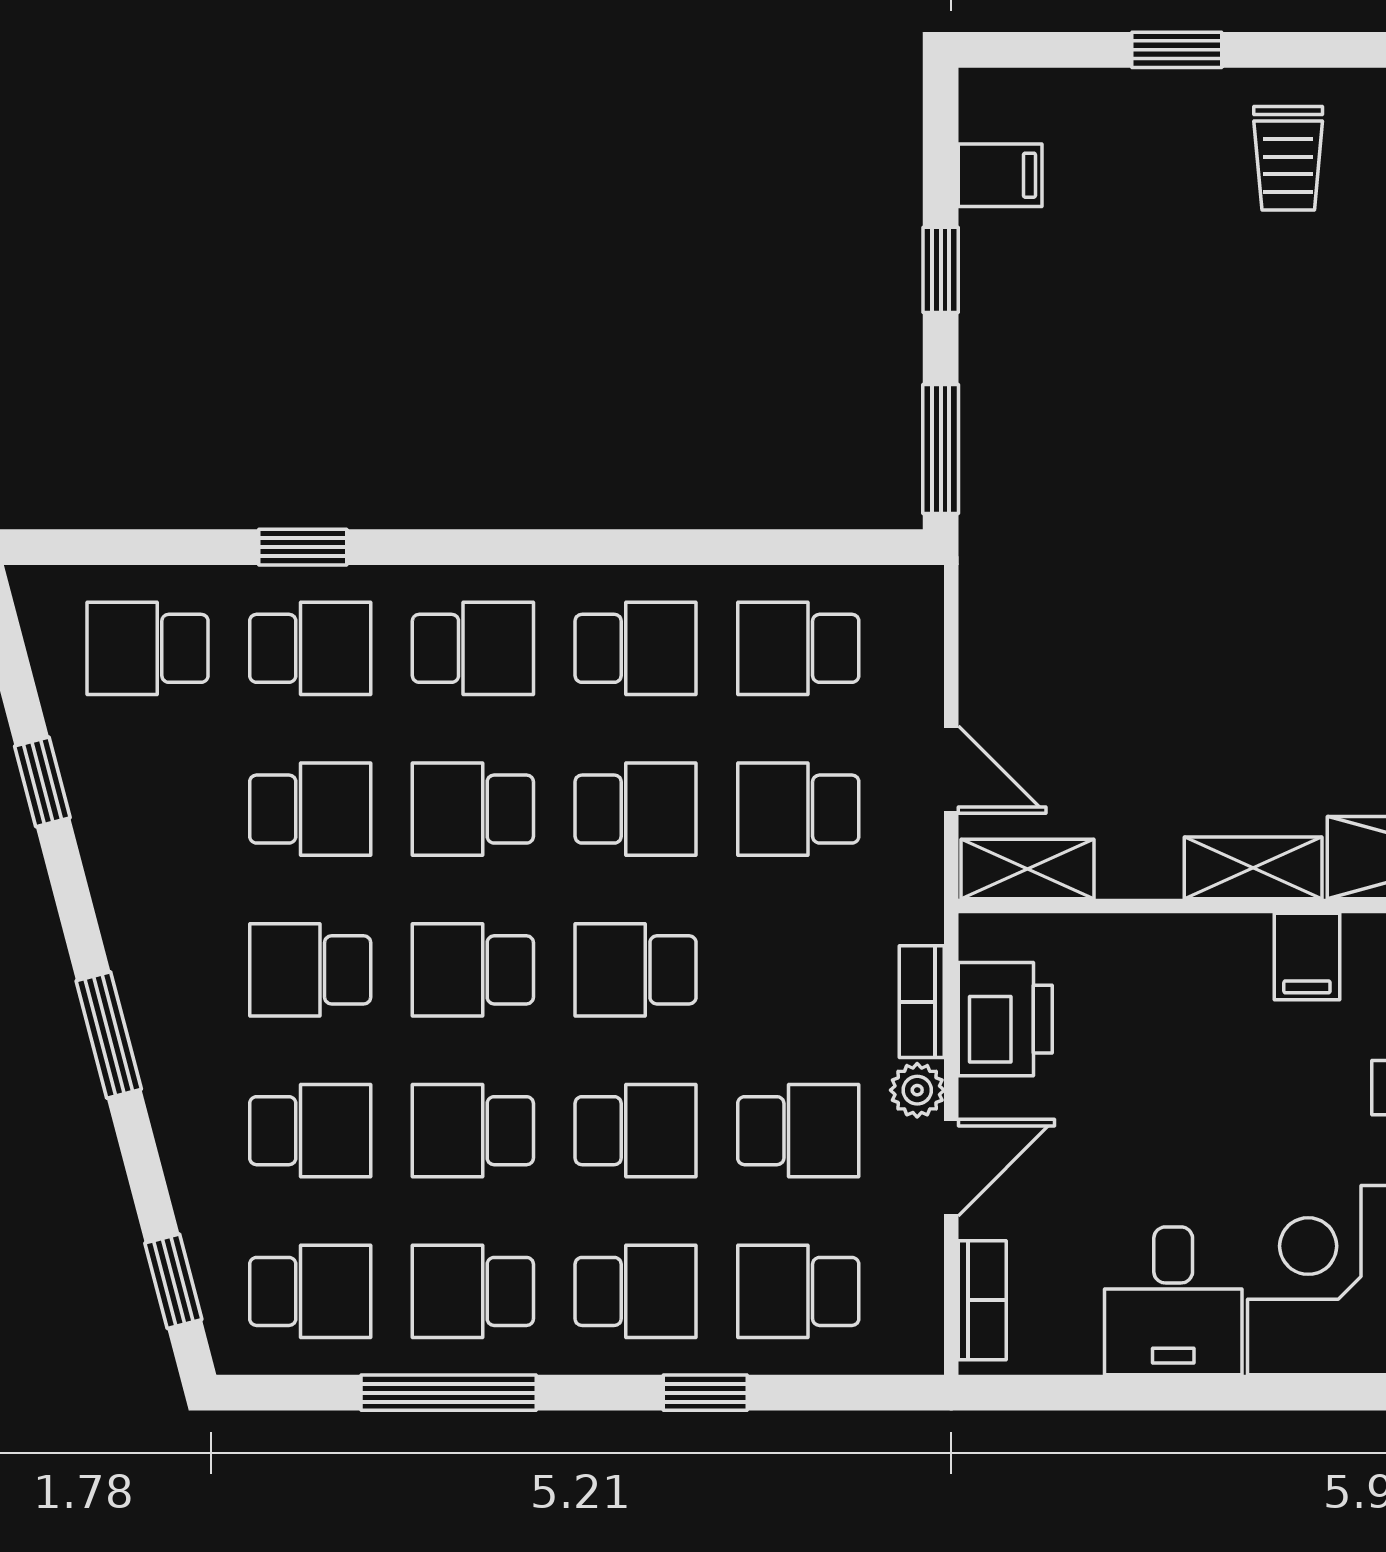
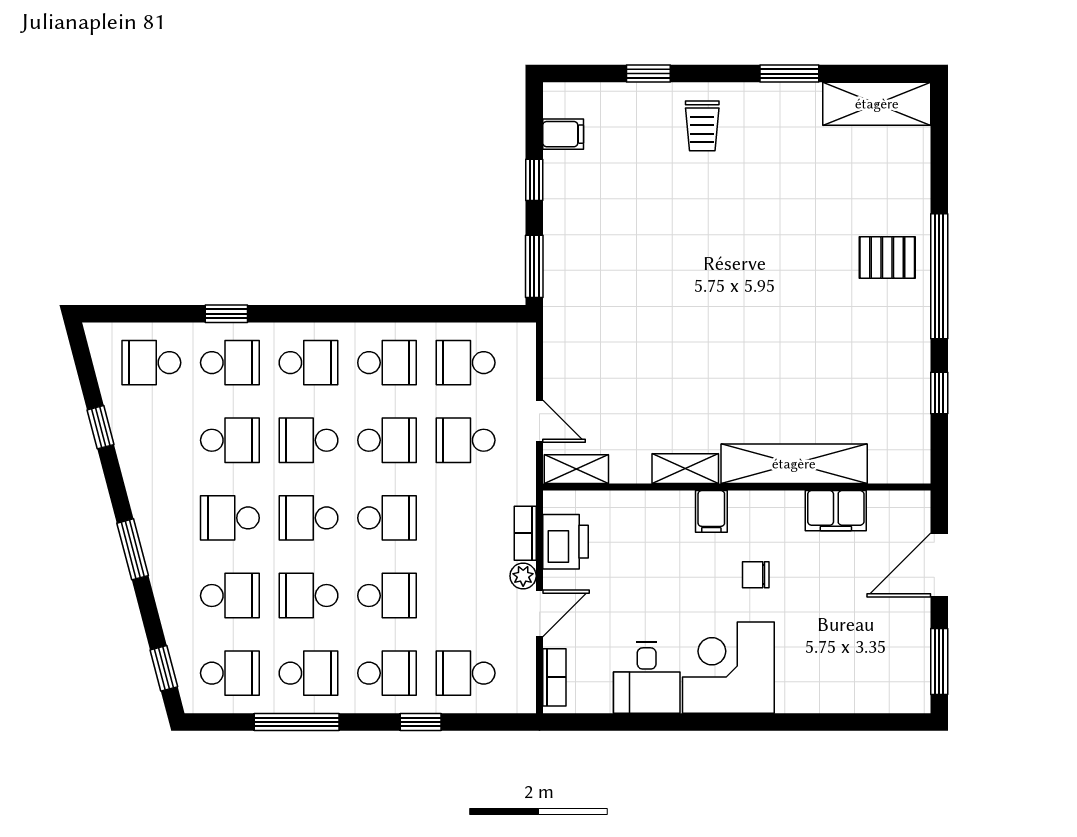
school desk: (636, 970) -> (387, 518), turned 180
school desk: (798, 1131) -> (466, 596), removed
school desk: (473, 1291) -> (308, 673), turned 180

